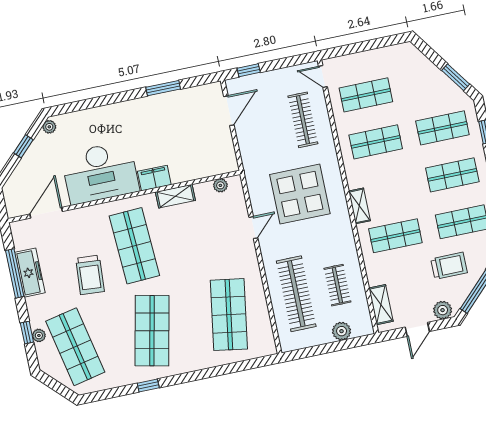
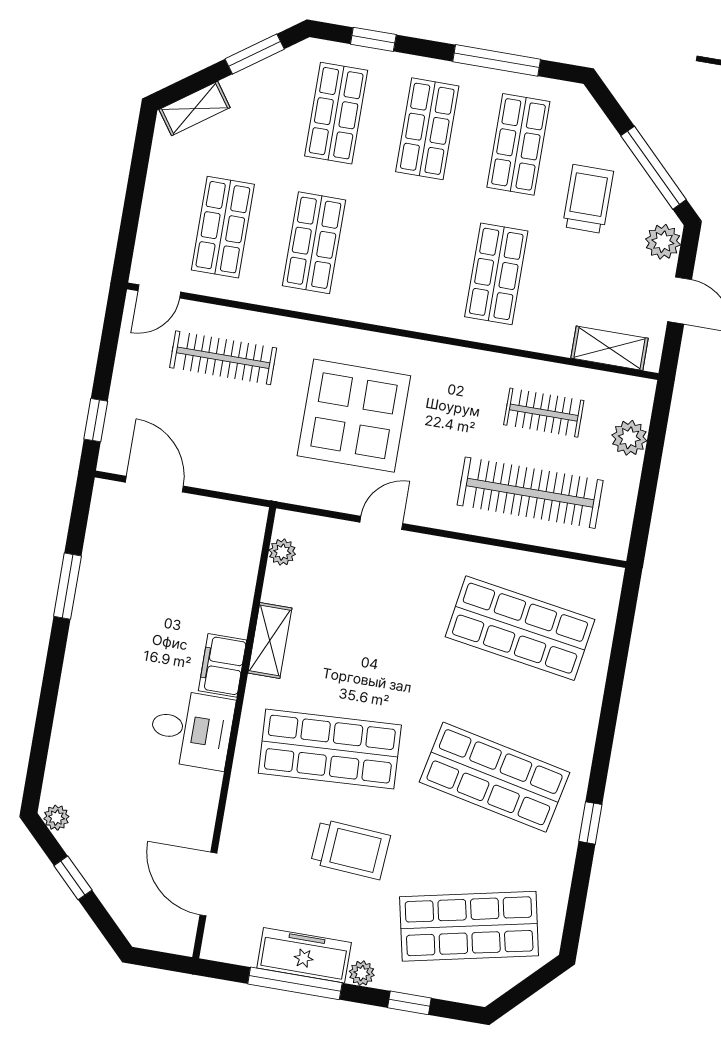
desk: (100, 173) -> (192, 729), width x0.53, depth x0.77
shelving: (359, 206) -> (195, 109), moved, turned -35
door: (253, 228) -> (381, 523), hinge flipped
plant: (39, 335) -> (362, 973), moved

